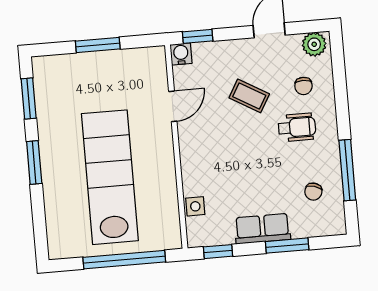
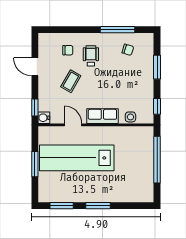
plant: (314, 44) -> (45, 42), removed
lab bench: (110, 177) -> (77, 158), moved
row of seats: (262, 229) -> (102, 116), moved, turned 90

